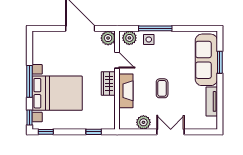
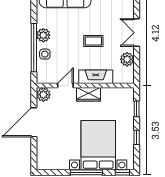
window: (155, 28) -> (34, 48), width x1.46
plant: (129, 38) -> (43, 35), moved
window: (46, 132) -> (137, 137), moved

